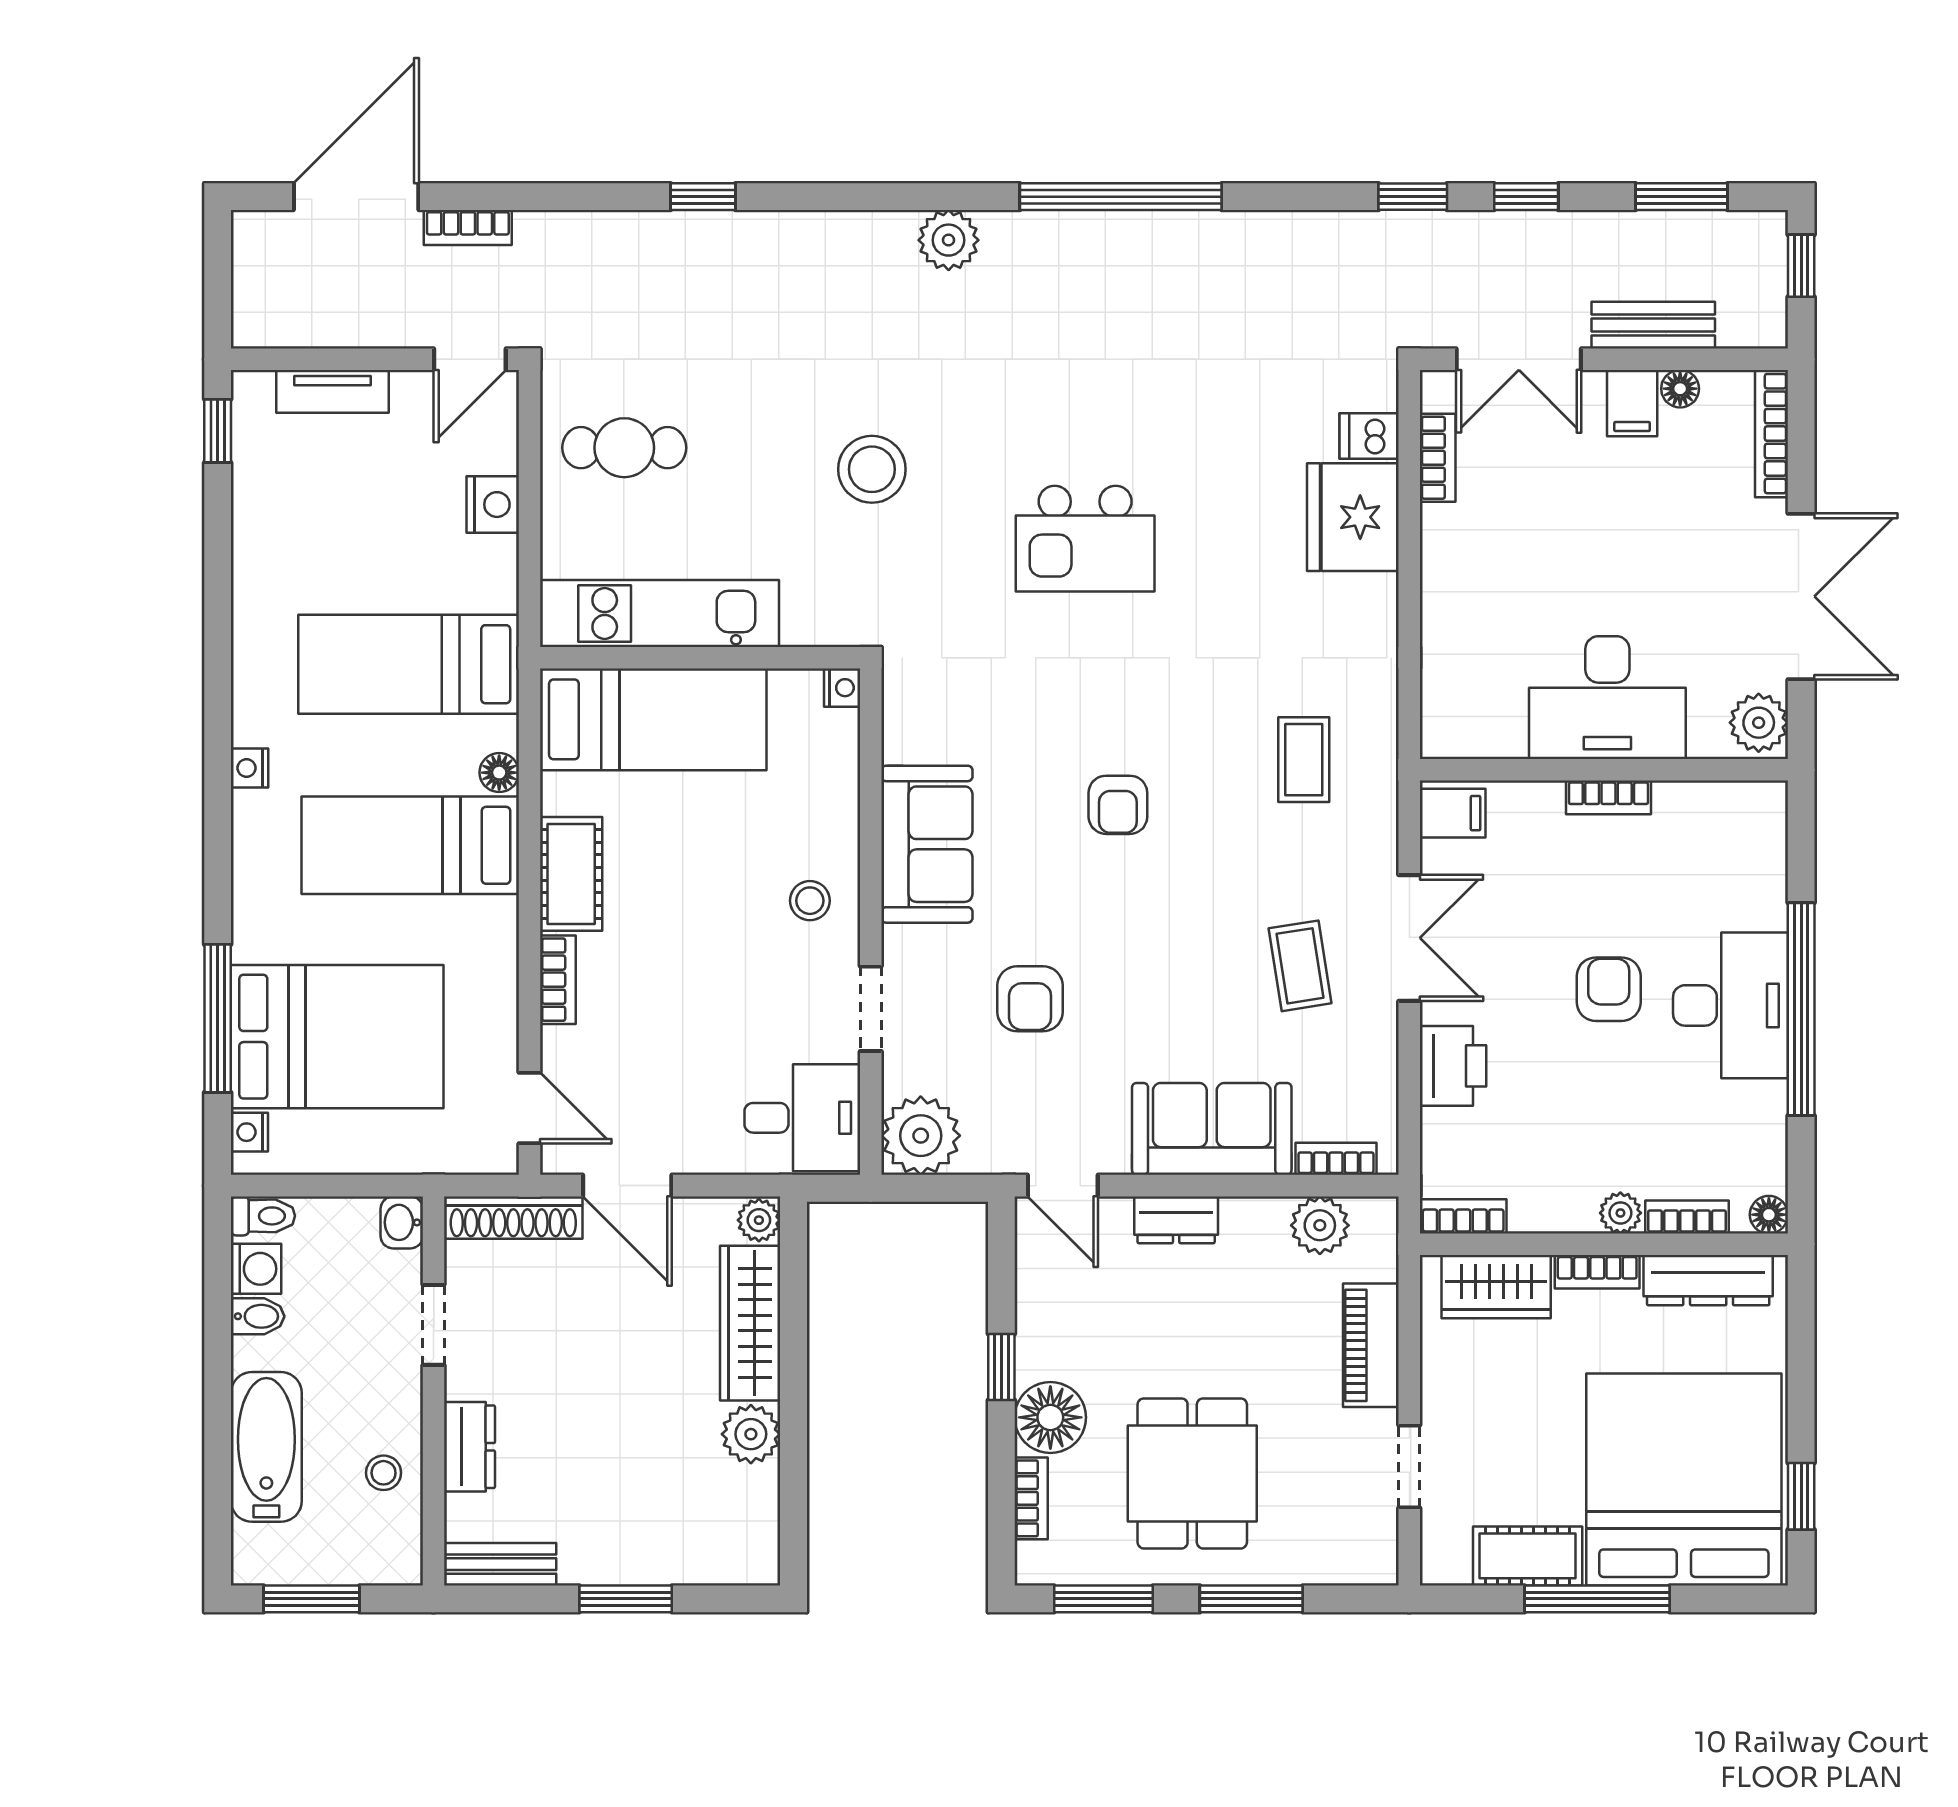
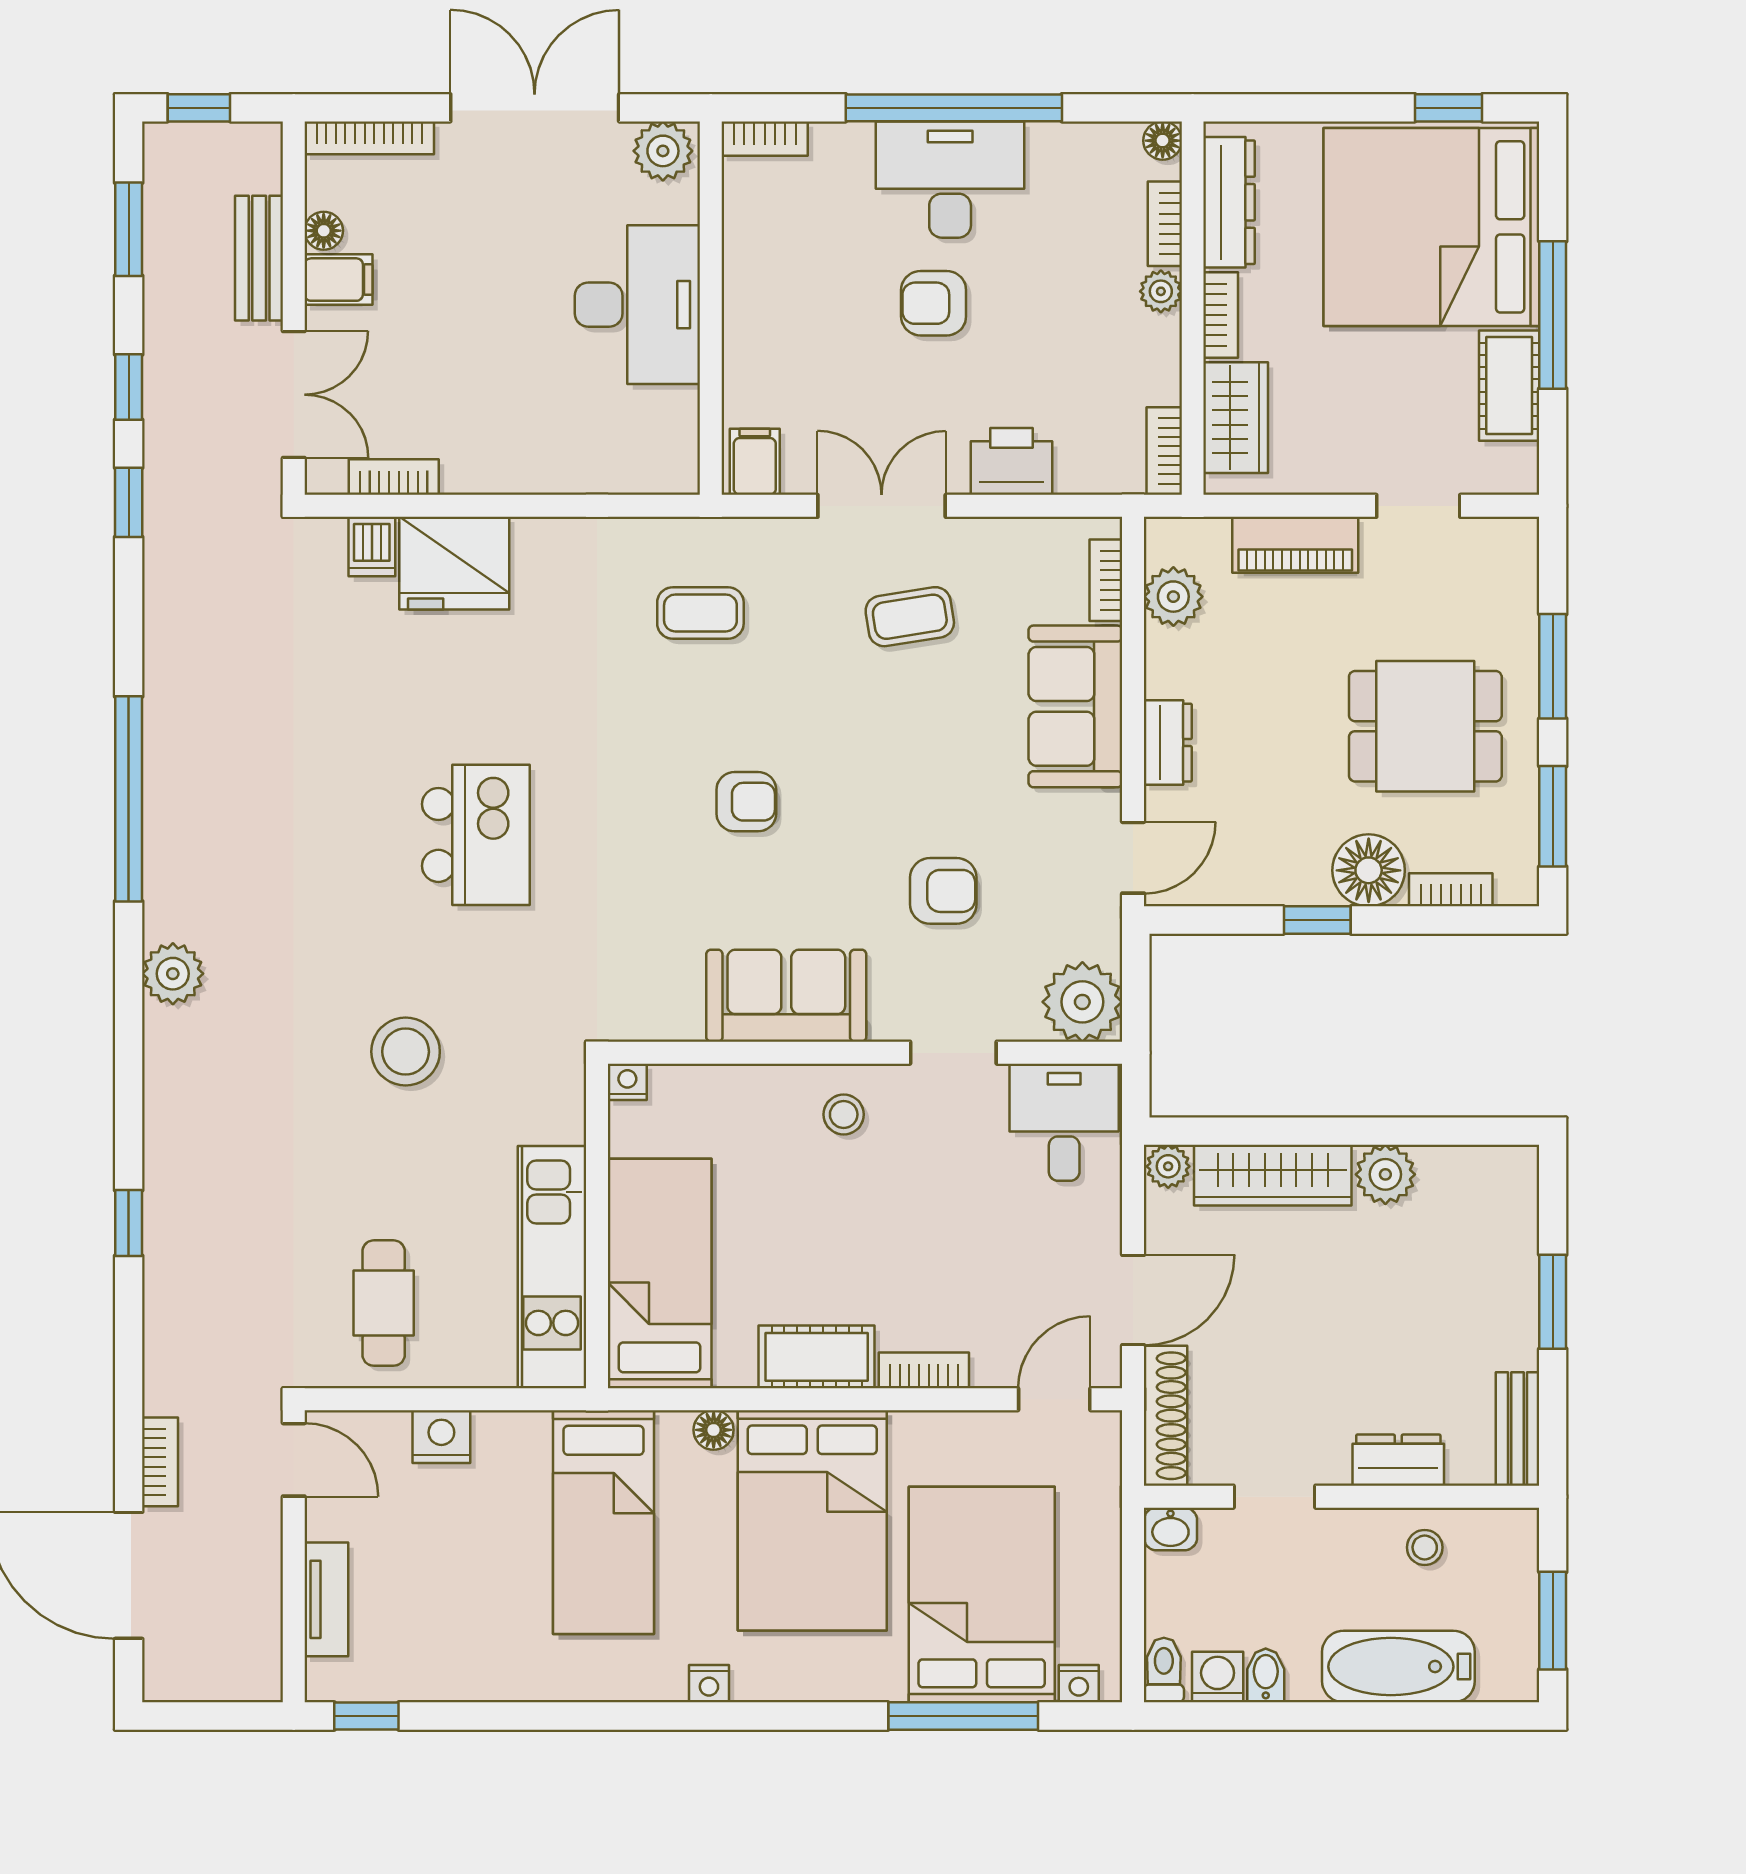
bookcase: (1608, 797) -> (765, 139), moved, turned 90
bed: (410, 845) -> (812, 1520), width x1.50

